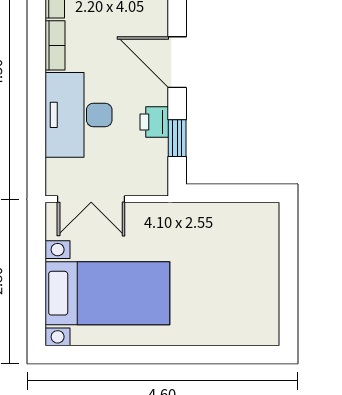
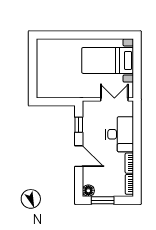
printer: (154, 122) -> (88, 131), removed

